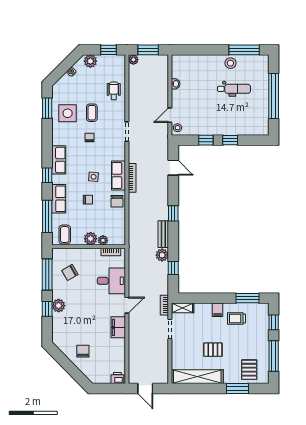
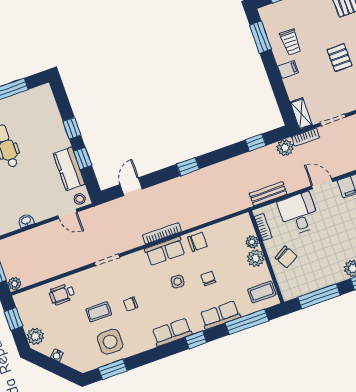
kitchen counter: (202, 128) -> (69, 169), added
bench: (163, 234) -> (268, 194), moved
plant: (162, 255) -> (285, 148), moved
chair: (70, 272) -> (286, 257), moved

